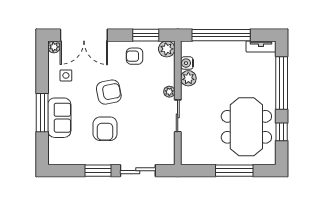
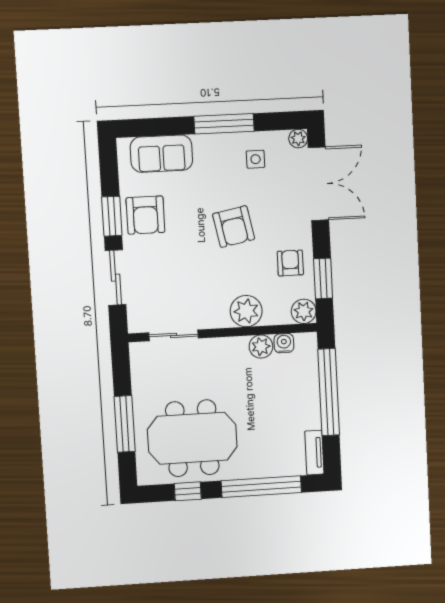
double door: (84, 35) -> (318, 184), swing flipped
plant: (169, 92) -> (246, 311), width x1.88, depth x1.88
window: (42, 113) -> (224, 124), moved
sliding door: (178, 116) -> (174, 335), moved
sofa: (59, 118) -> (161, 154), moved
armchair: (105, 129) -> (145, 215), moved, turned -90

